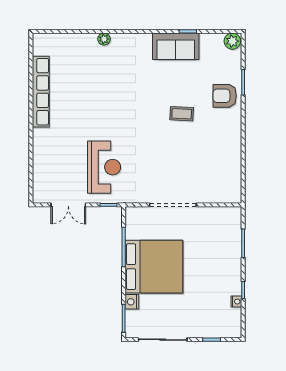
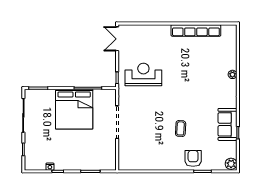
reception desk: (104, 167) -> (143, 74), turned 180
double door: (68, 205) -> (117, 39), moved
nightstand: (132, 302) -> (50, 94), removed

